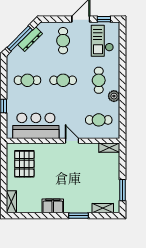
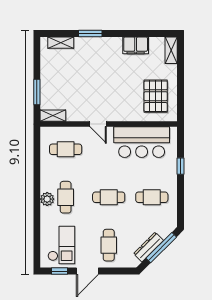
plant: (114, 96) -> (47, 199), moved
window: (122, 190) -> (37, 92), moved
filing cabinet: (53, 206) -> (136, 45), moved

